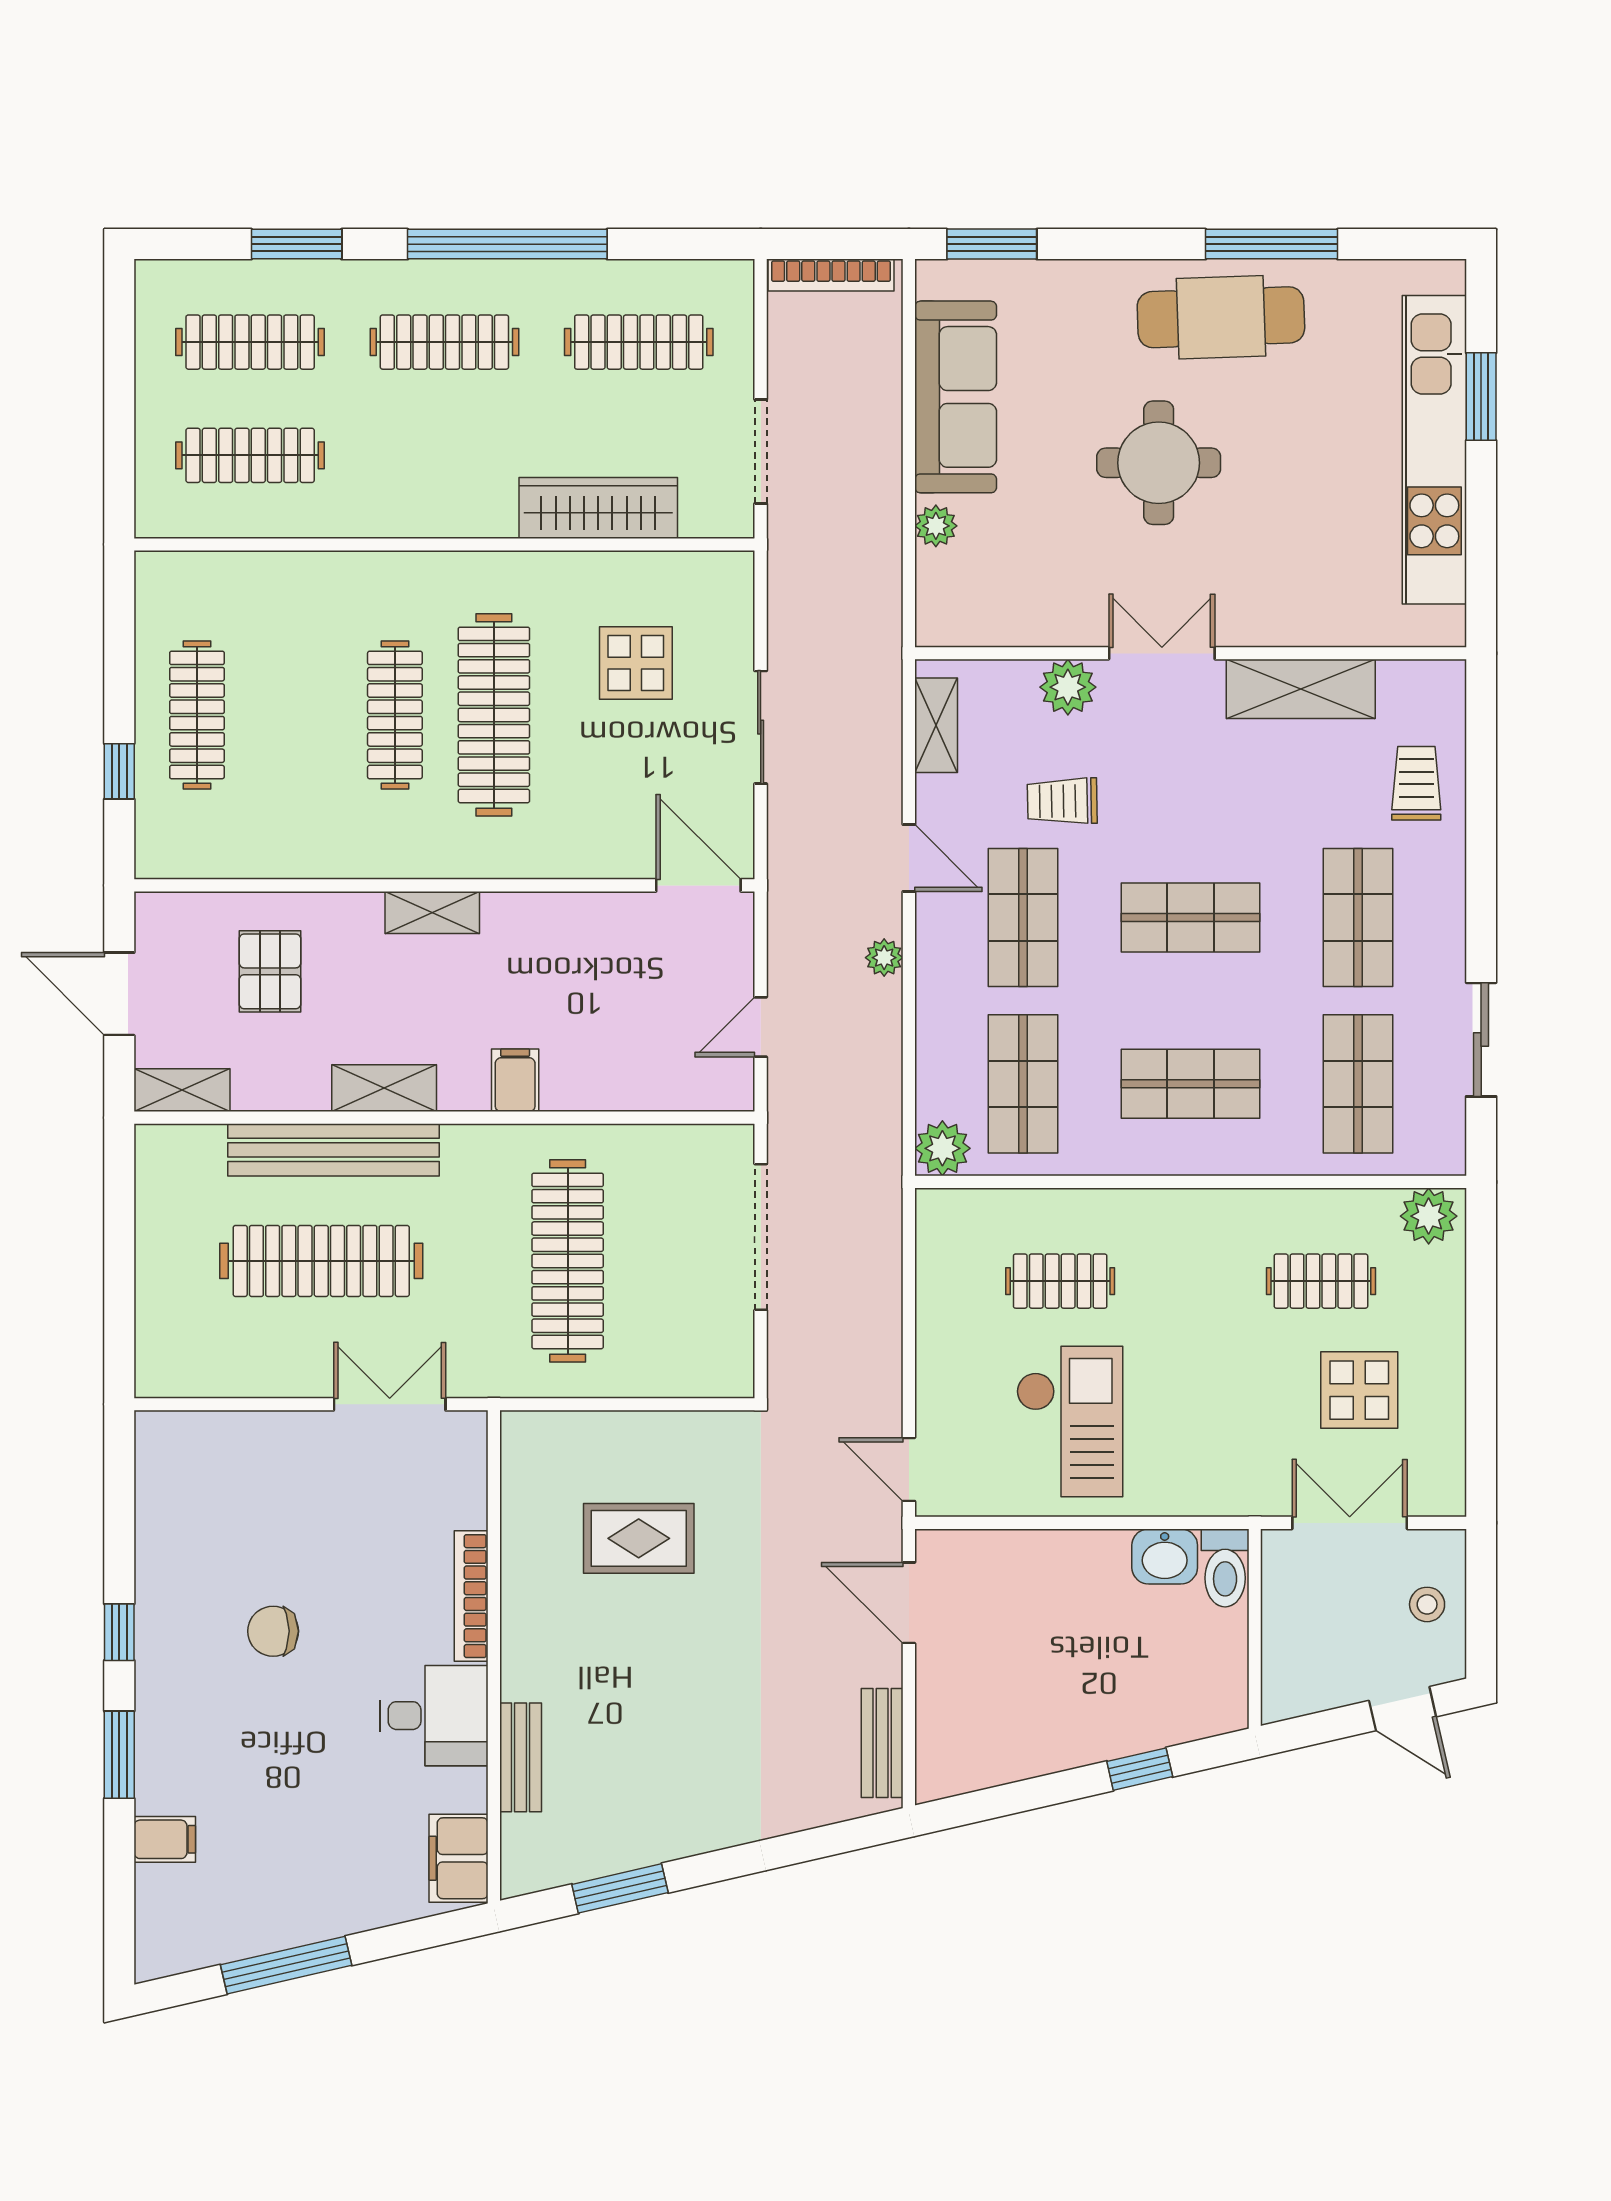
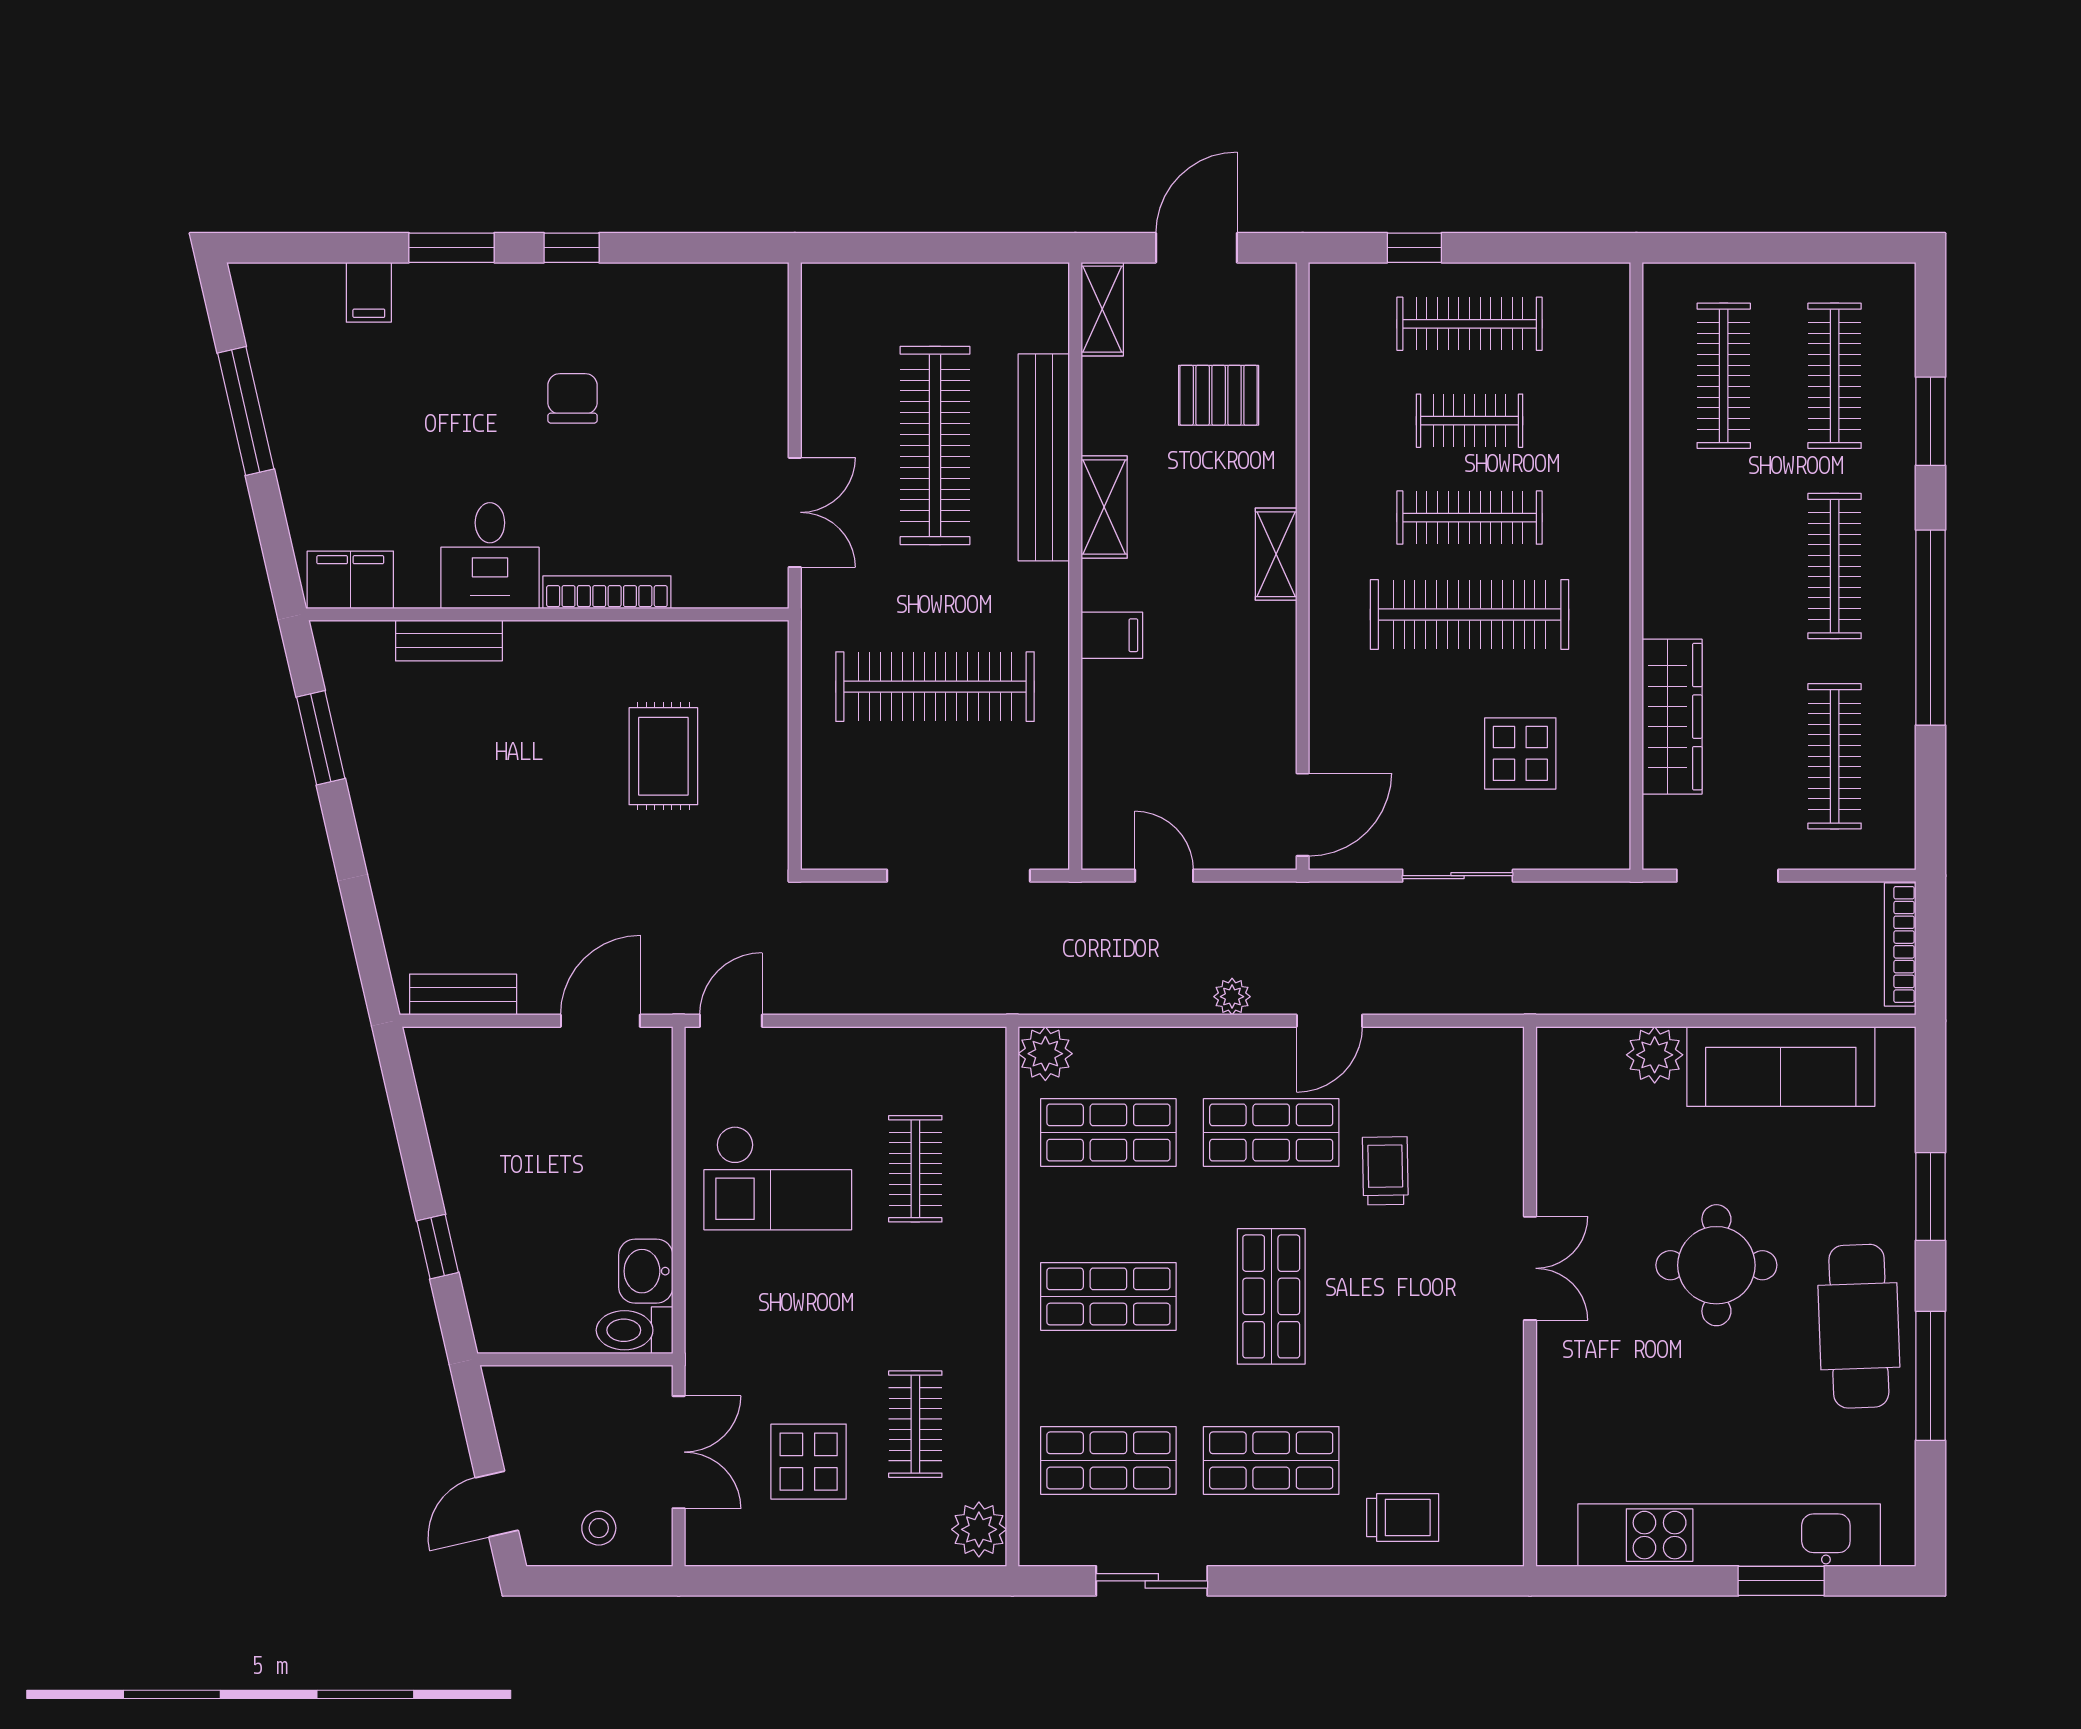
window: (992, 244) -> (1931, 1197), moved
plant: (936, 526) -> (1655, 1055), width x1.38, depth x1.38
plant: (1068, 687) -> (1497, 1176), removed
shelving: (1301, 689) -> (1495, 1404), removed
clothes rail: (296, 715) -> (1470, 421), added
shelving: (936, 725) -> (1459, 1047), removed
shop shelf: (1191, 1084) -> (1108, 1296), turned 90

